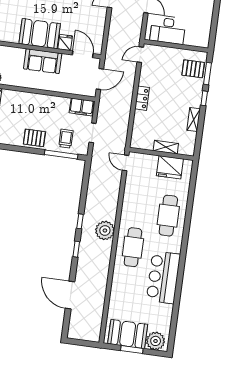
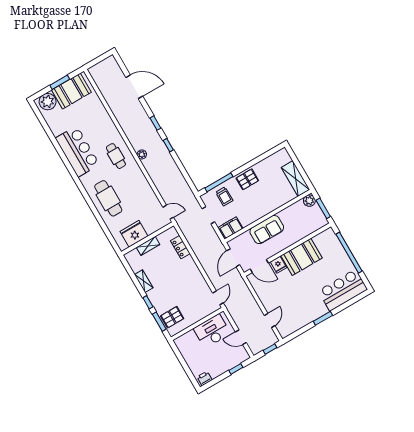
sofa: (43, 61) -> (267, 230), moved, turned 180
locker: (142, 98) -> (180, 247), moved
plant: (105, 230) -> (142, 154), width x0.53, depth x0.53
cafe table: (133, 247) -> (116, 156), width x0.73, depth x0.74

